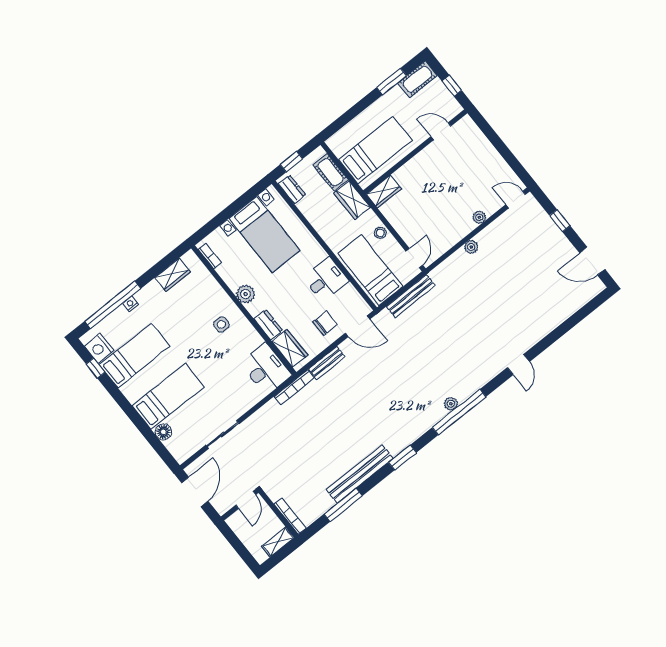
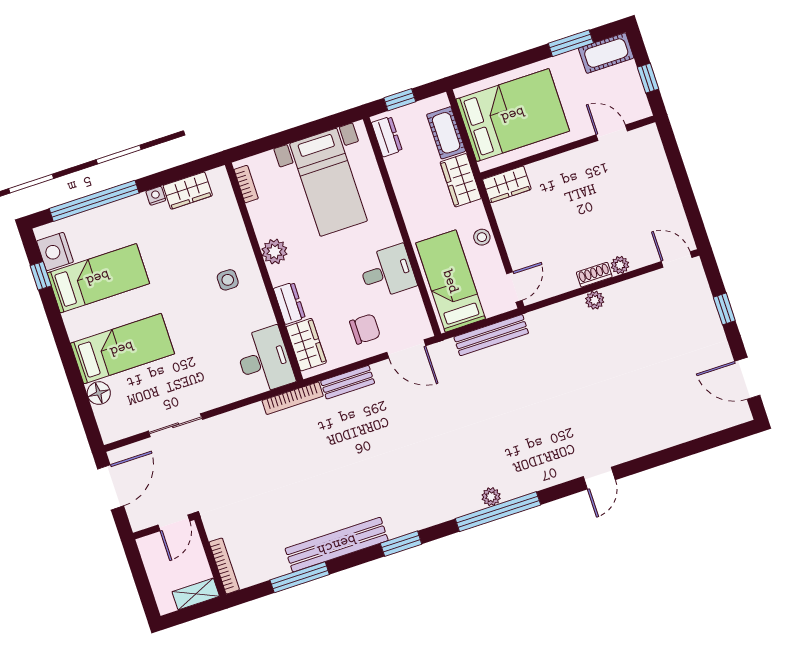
bed: (375, 150) -> (513, 115), width x1.50
shoe rack: (465, 230) -> (594, 275), added
nightstand: (131, 304) -> (156, 196), moved

